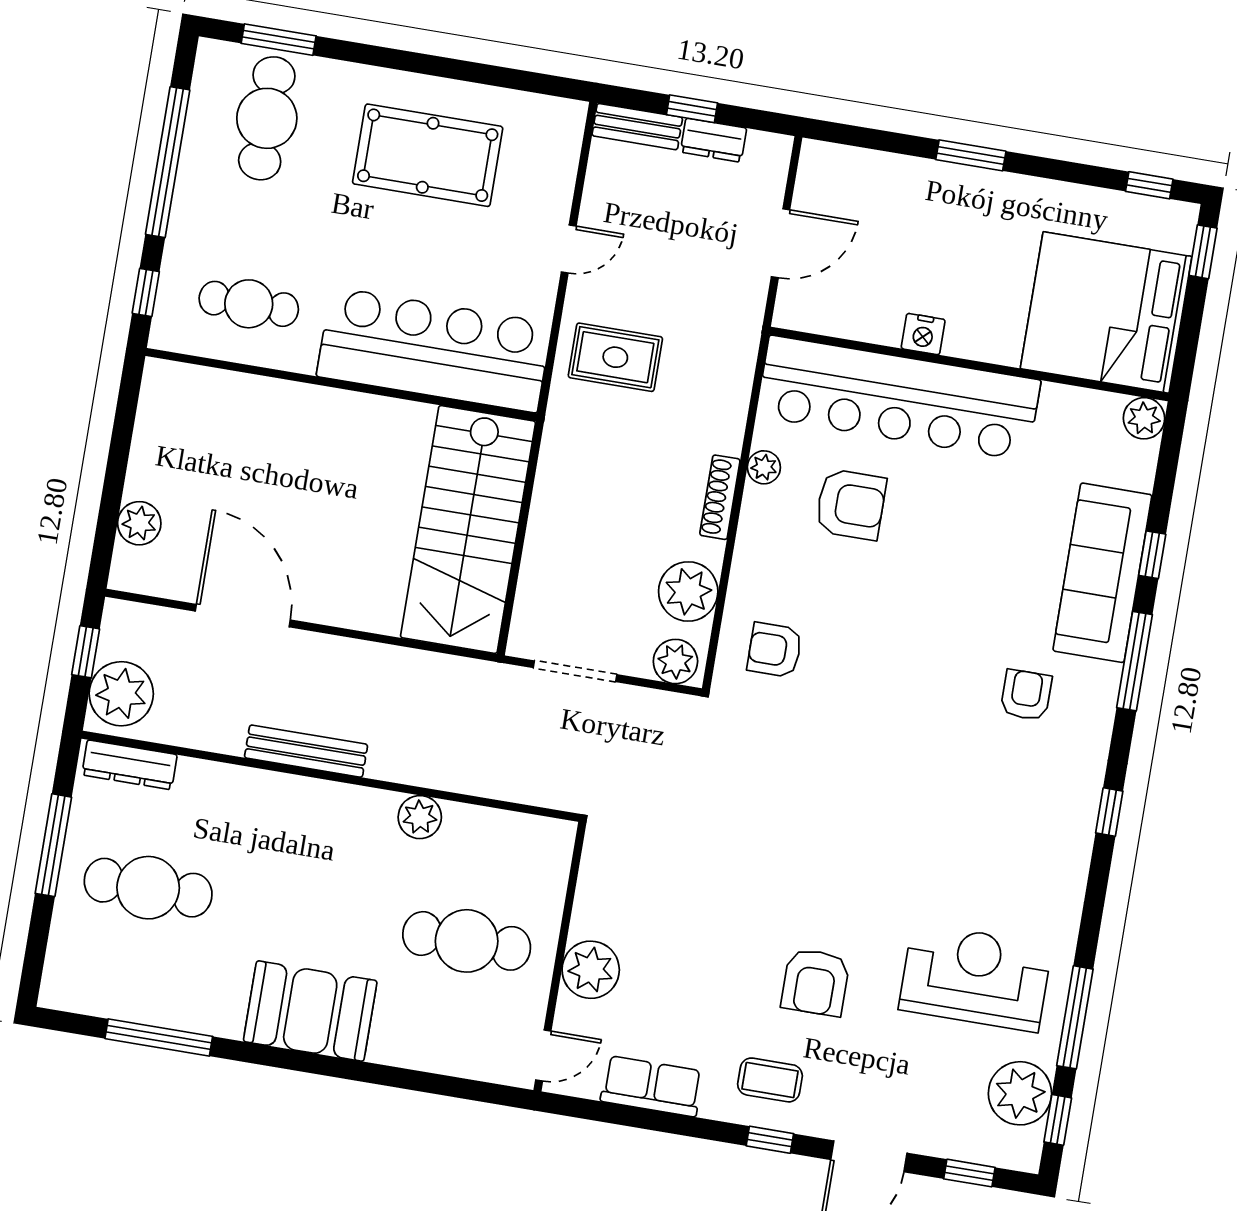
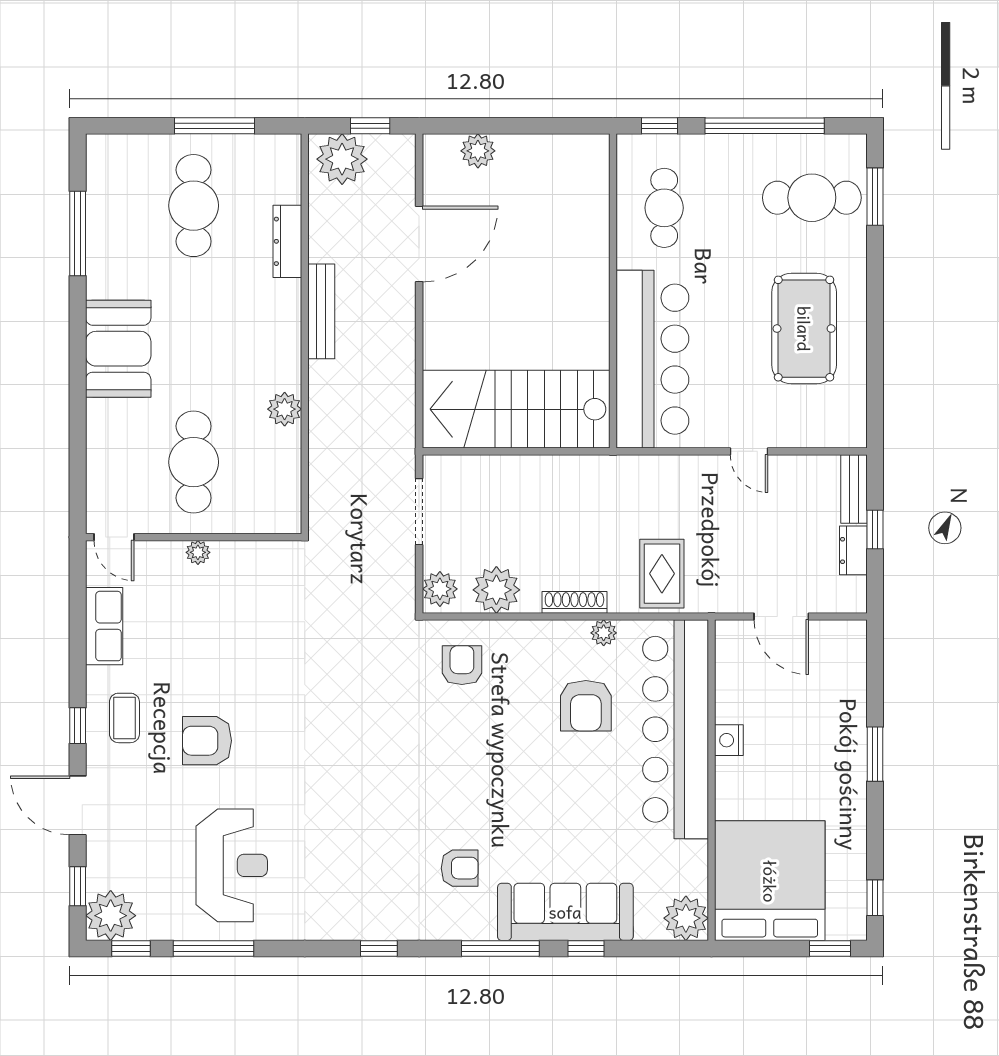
rug: (615, 357) -> (662, 574), moved
plant: (1144, 418) -> (686, 918), width x1.36, depth x1.36
dresser: (129, 765) -> (287, 241), moved
plant: (591, 970) -> (198, 552), width x0.53, depth x0.53
plant: (1020, 1093) -> (111, 916), moved

